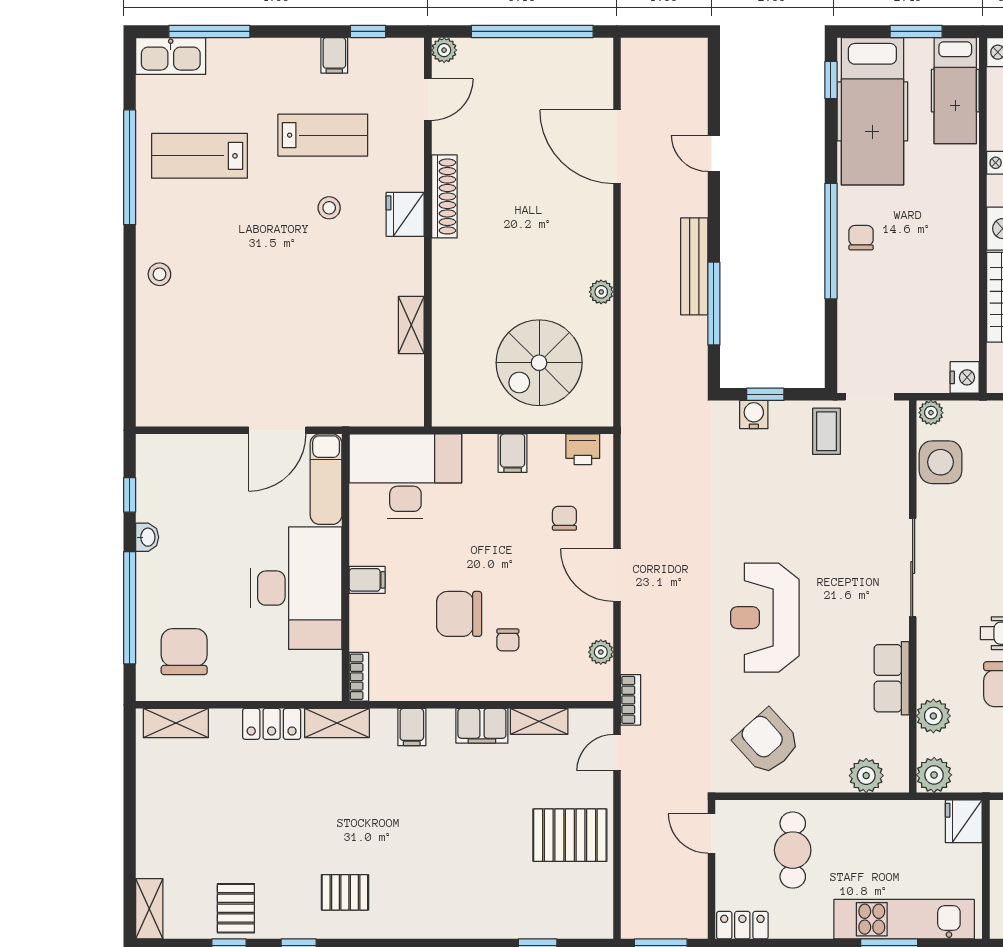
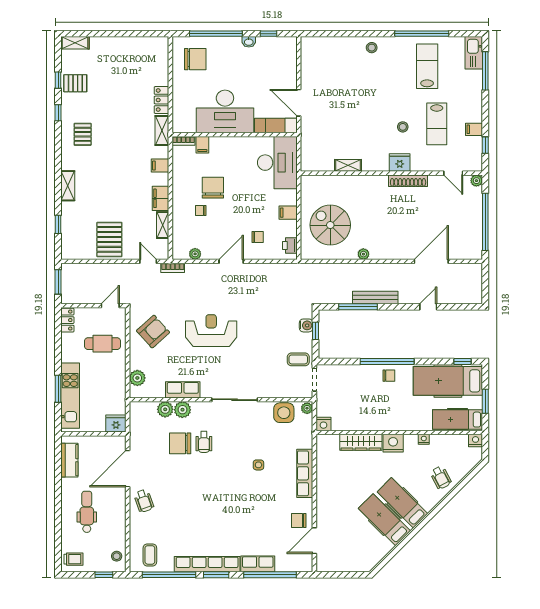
filing cabinet: (367, 580) -> (202, 145), moved
shelving: (176, 723) -> (68, 186), moved
plant: (934, 775) -> (182, 410), moved

